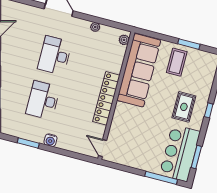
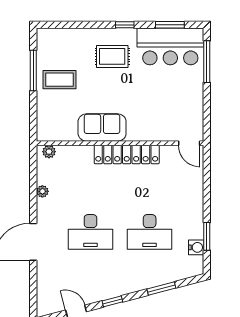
window: (189, 44) -> (33, 71), width x1.44
sofa: (139, 70) -> (102, 127), width x0.54, depth x0.79
window: (209, 110) -> (125, 25), moved
water cooler: (50, 140) -> (196, 247), moved
door: (103, 148) -> (189, 143), hinge flipped

